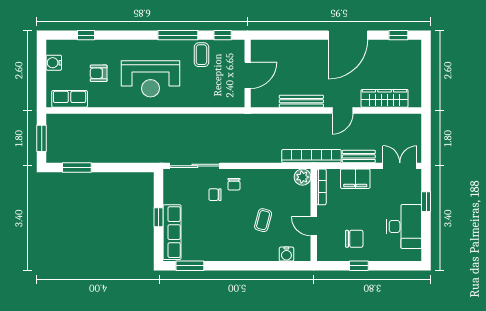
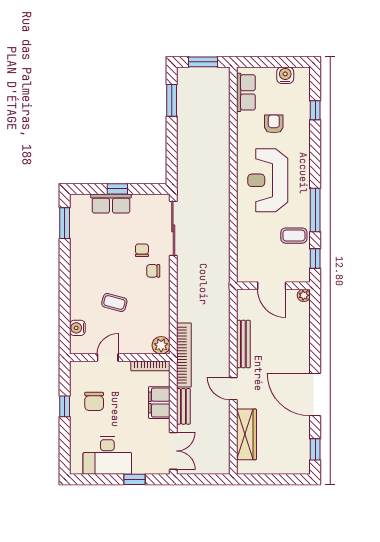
plant: (257, 46) -> (304, 295), added
row of seats: (172, 232) -> (111, 204), width x0.68

